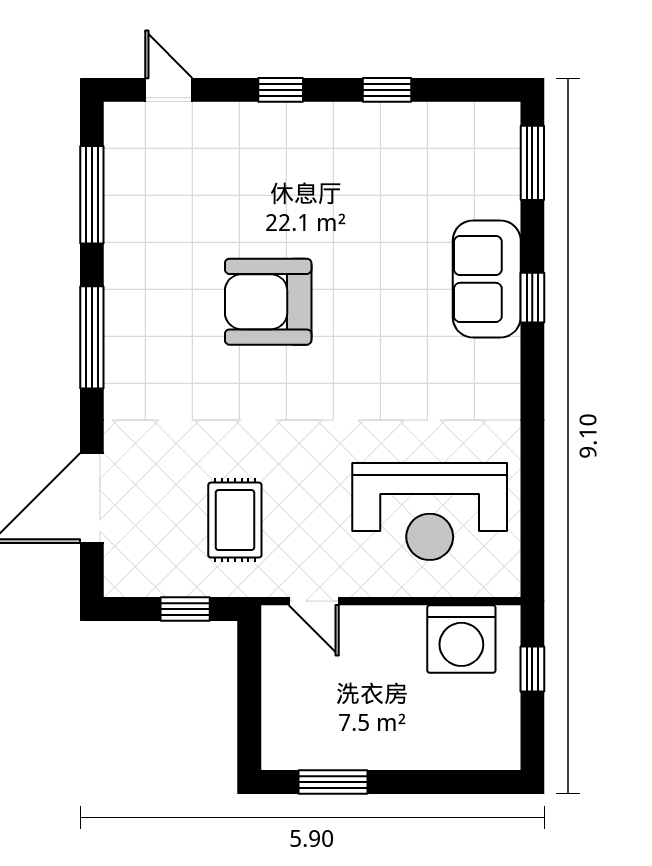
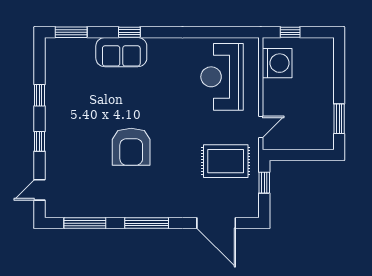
reception desk: (430, 512) -> (222, 77), turned 180
rug: (235, 520) -> (226, 161), width x1.36, depth x1.43

